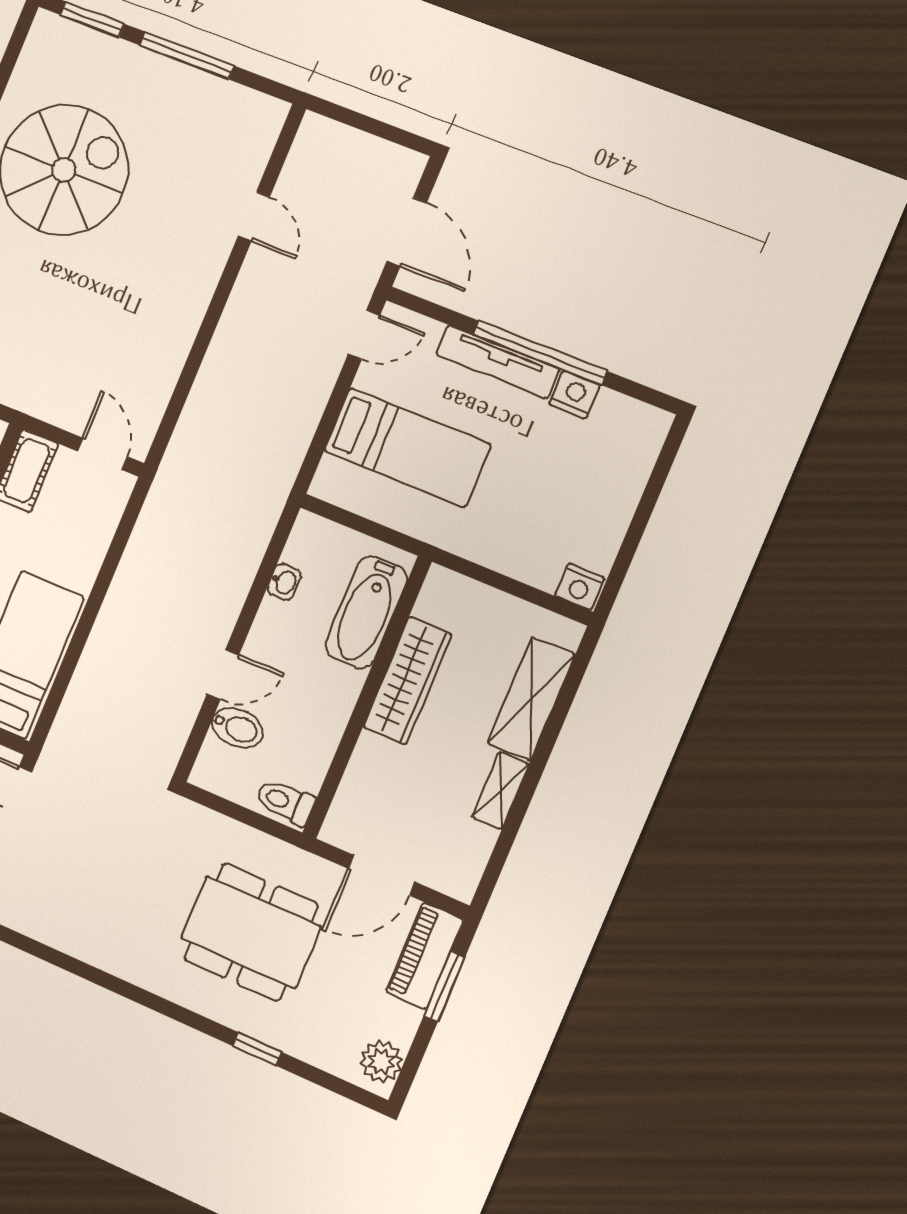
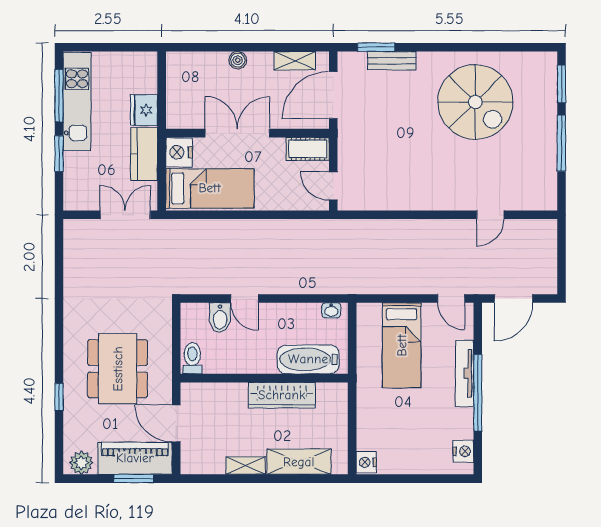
nightstand: (575, 395) -> (463, 451), moved
door: (102, 454) -> (333, 186), swing flipped
washbasin: (284, 582) -> (331, 310), moved
piano: (425, 956) -> (135, 458), width x1.37, depth x1.33

